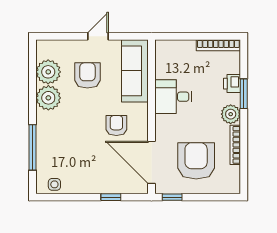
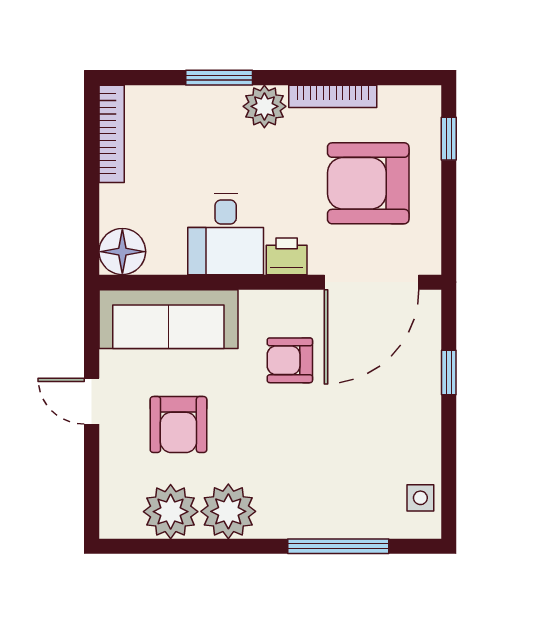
floor lamp: (165, 50) -> (122, 252), added
armchair: (87, 75) -> (178, 425), turned -90
printer: (232, 84) -> (287, 256), moved, turned 180
window: (172, 197) -> (449, 139), moved

